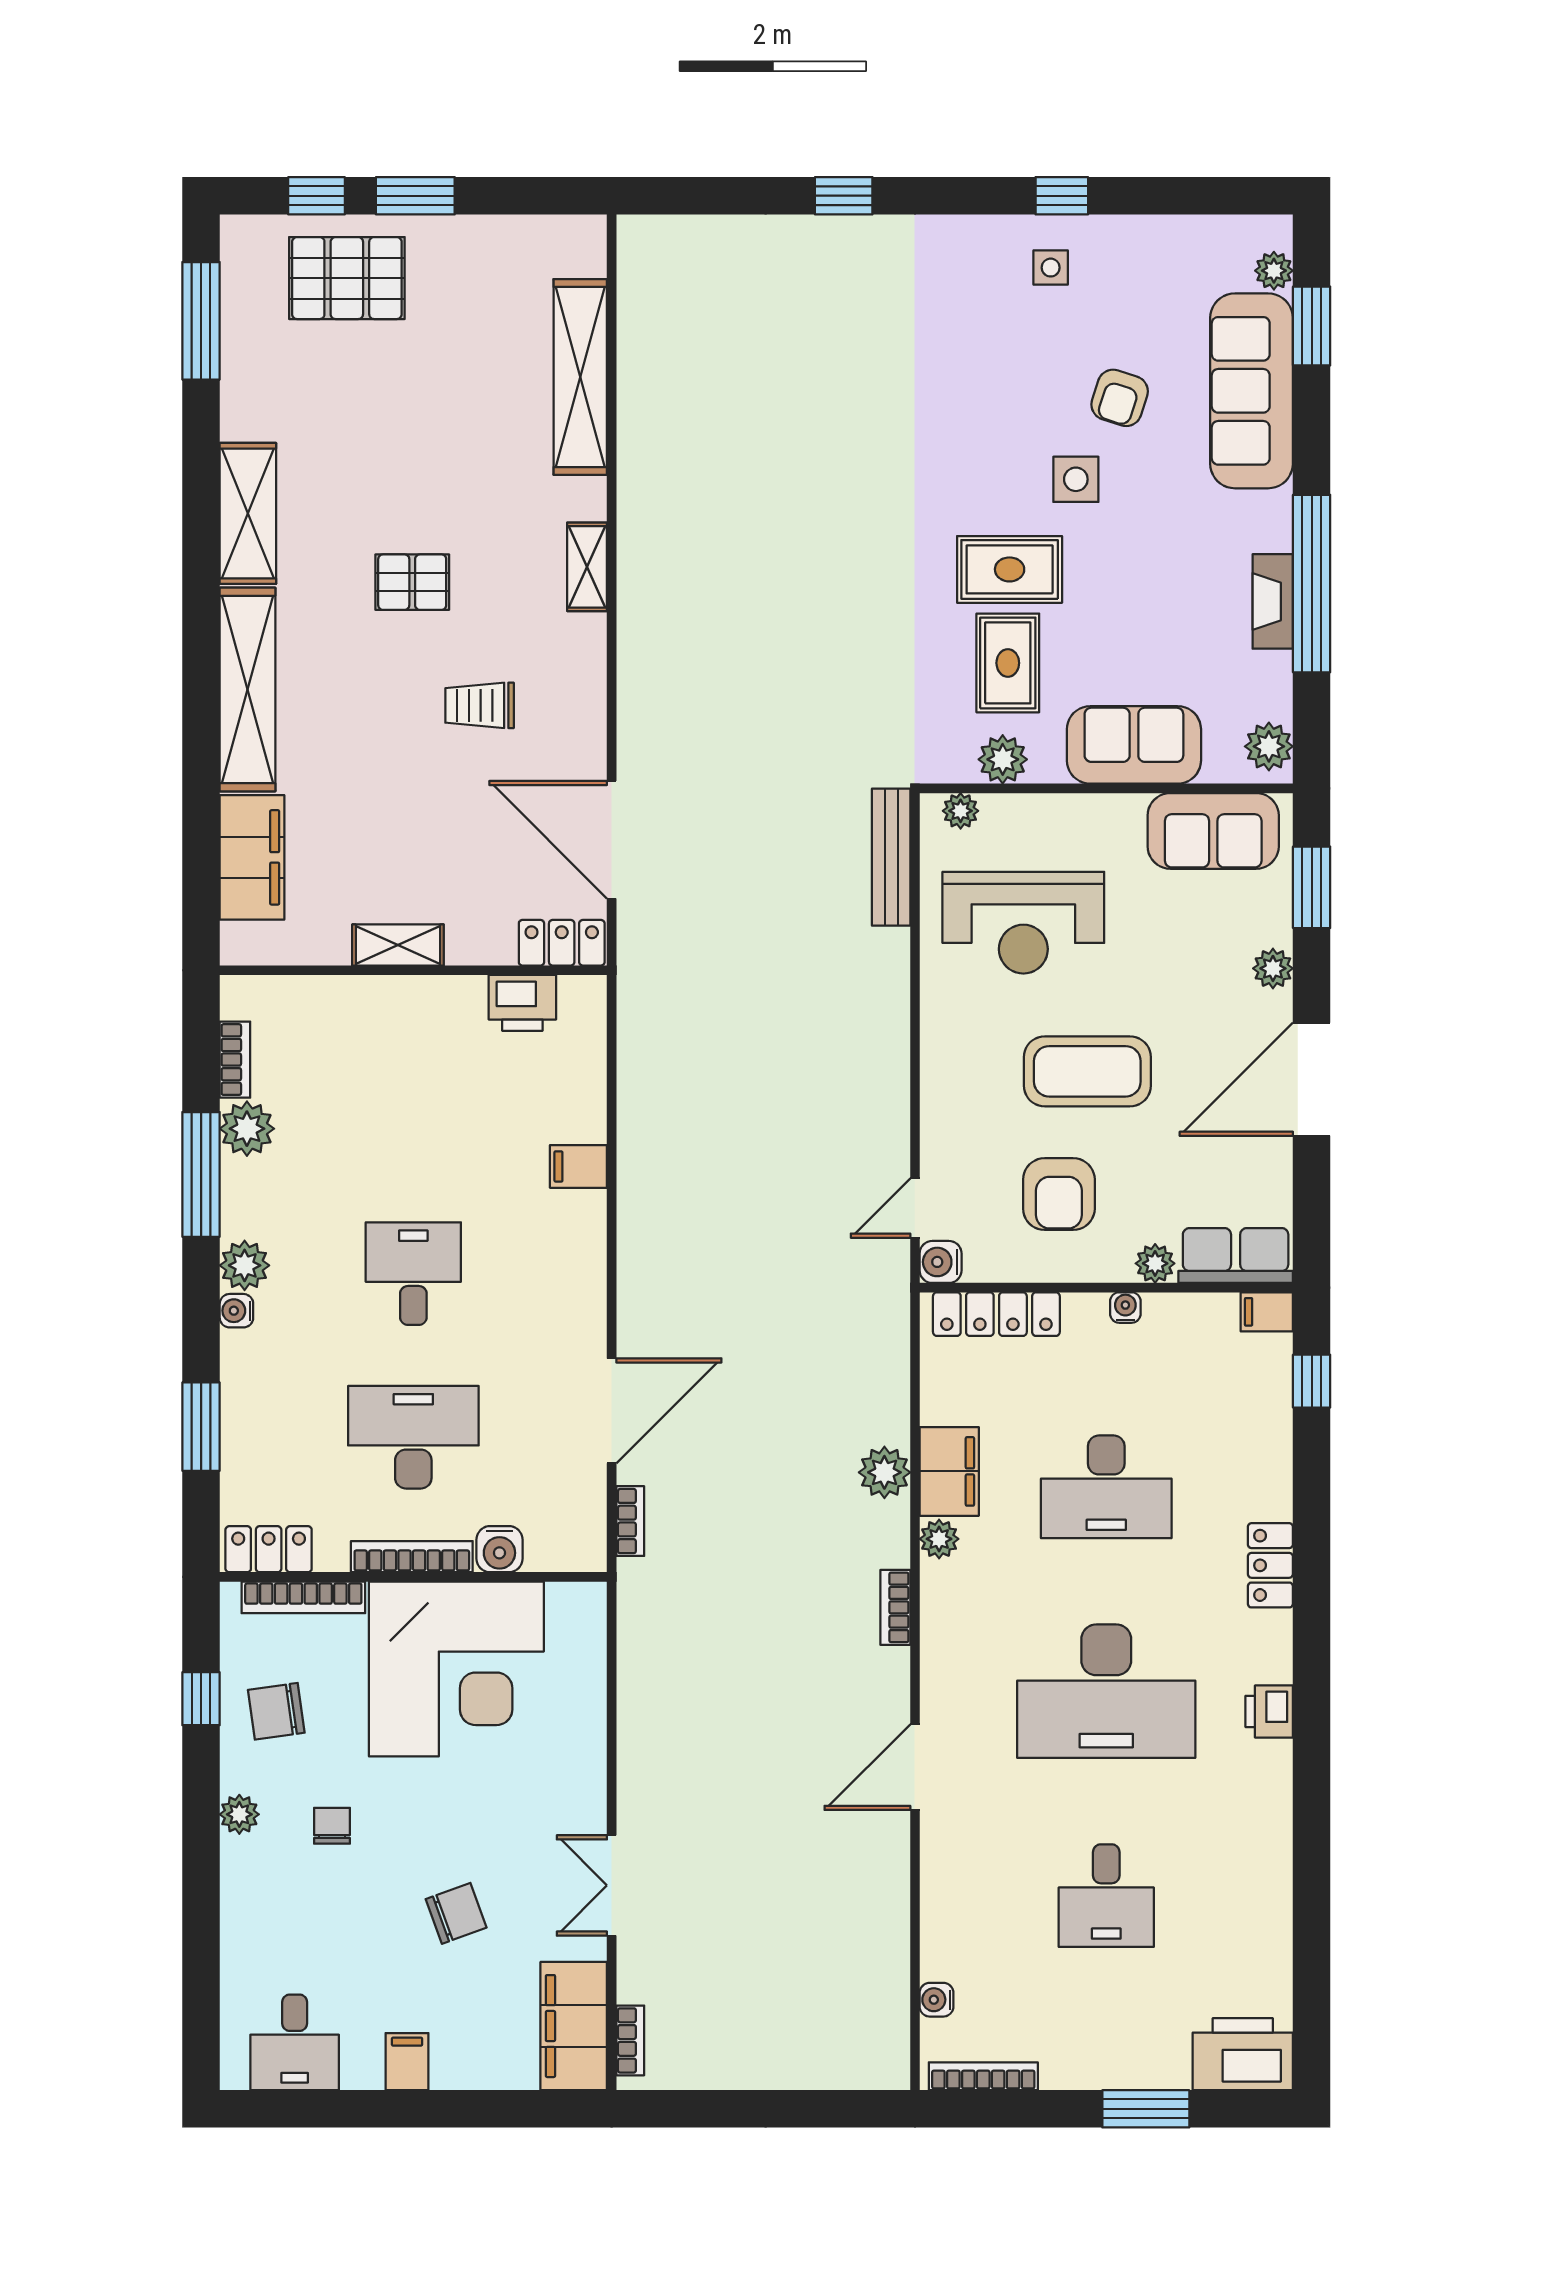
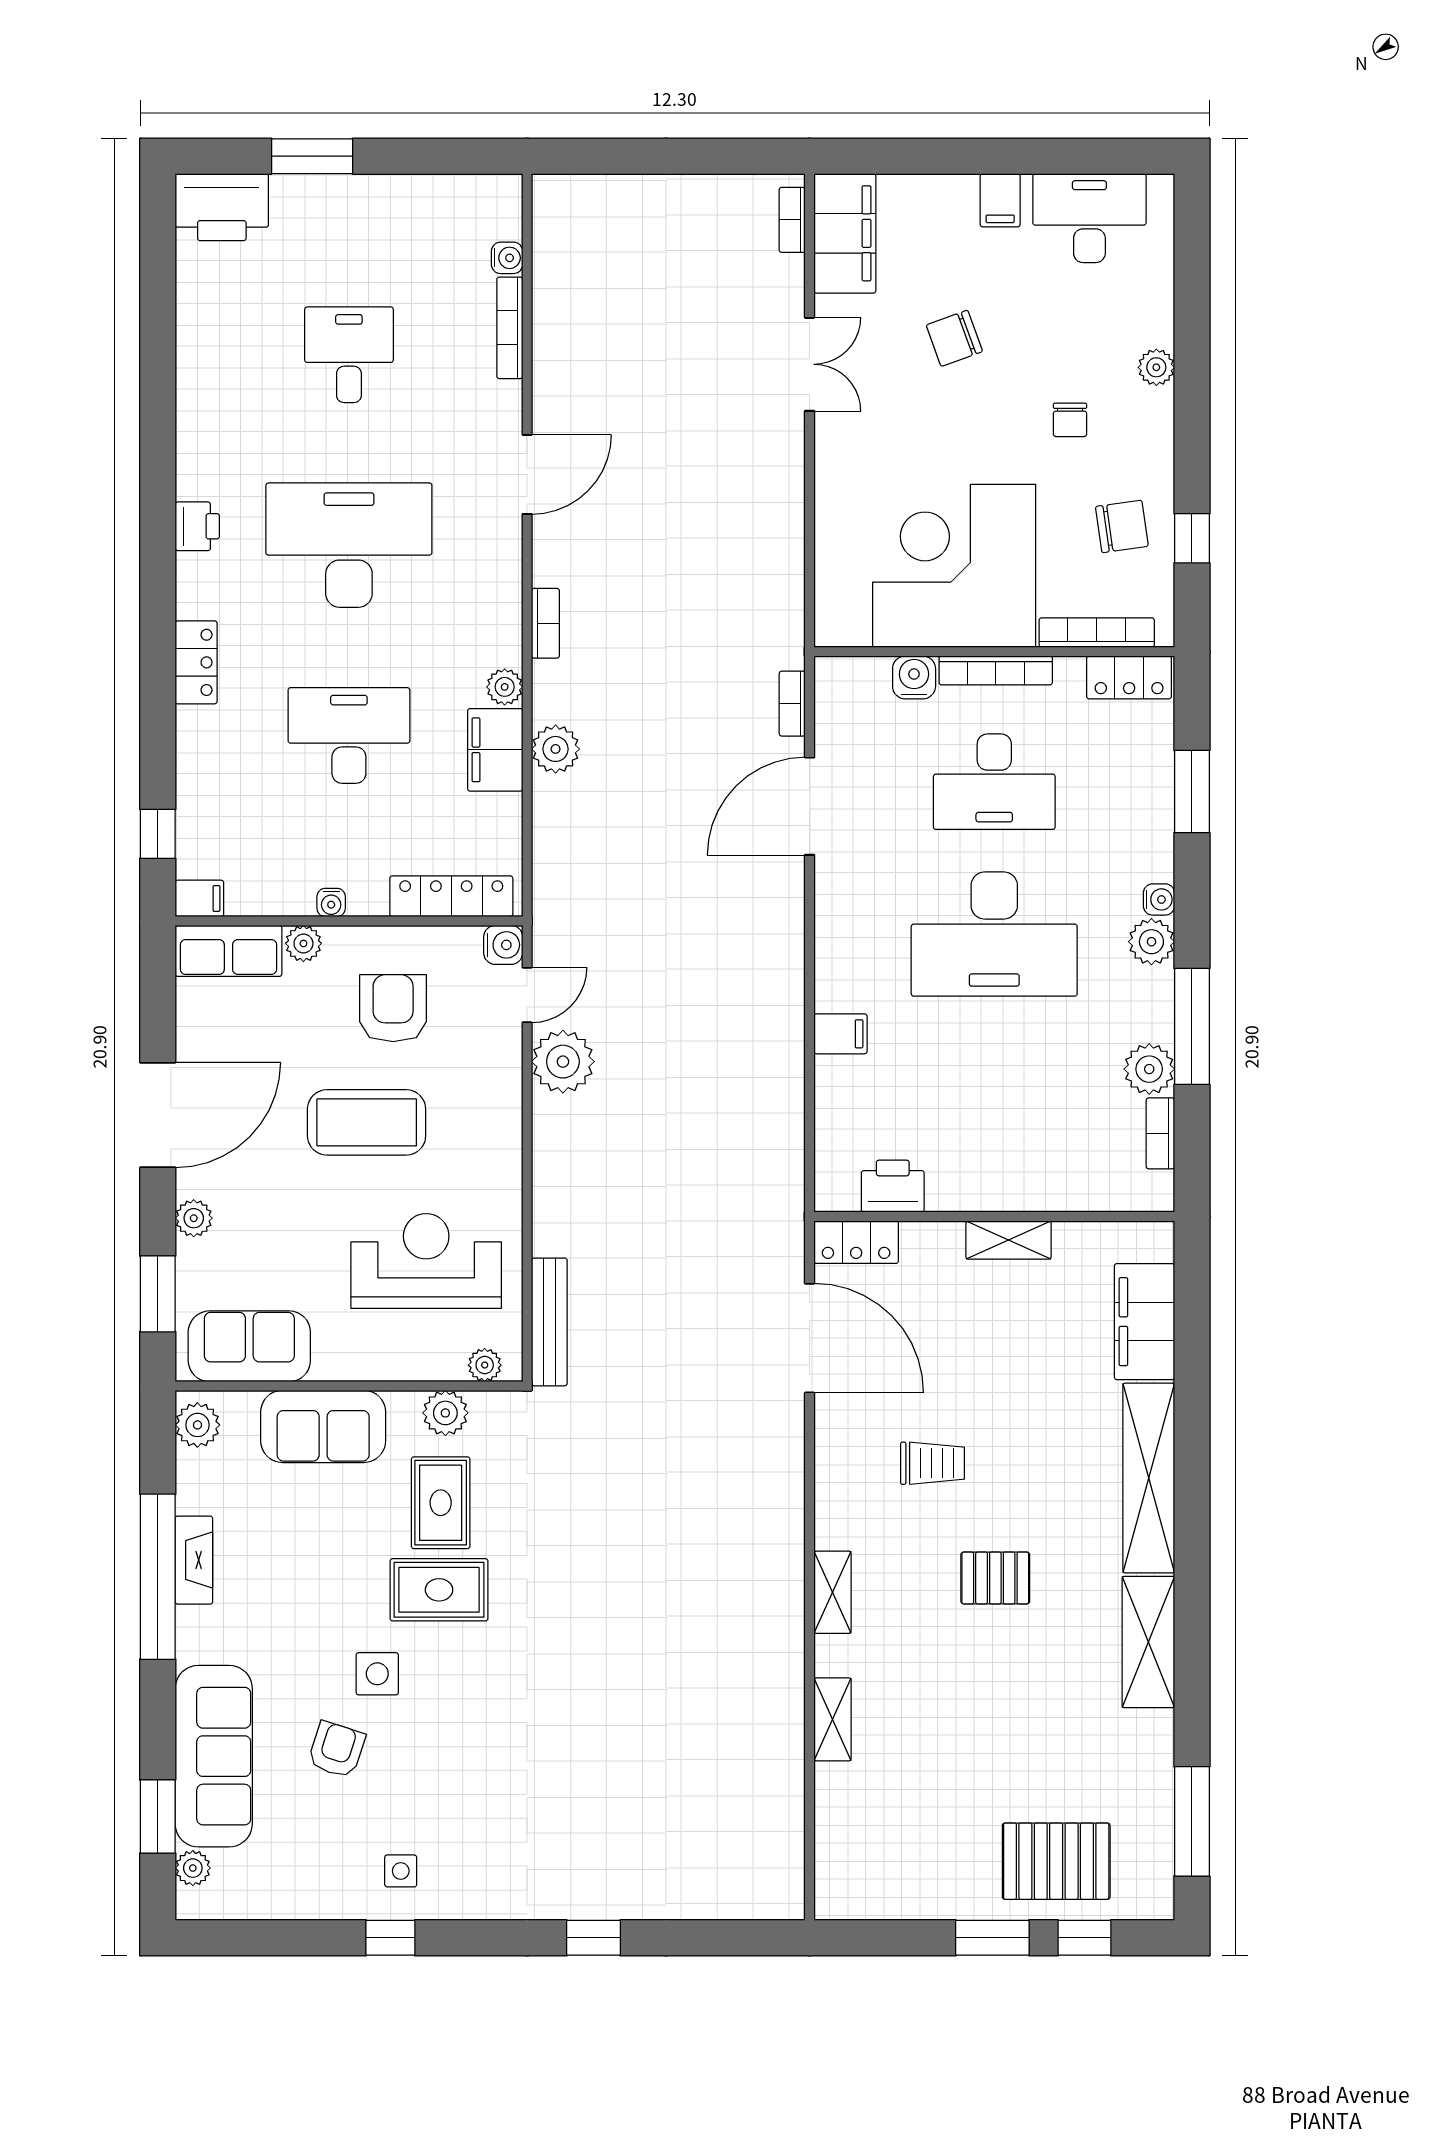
shelving: (580, 377) -> (833, 1719), width x0.45, depth x0.75
plant: (876, 1137) -> (563, 1062), added
desk: (413, 1274) -> (994, 934), width x1.87, depth x1.30
plant: (239, 1814) -> (1156, 367), moved
desk: (295, 2042) -> (1089, 218), width x1.37
bookcase: (983, 2076) -> (510, 328), moved, turned 90

